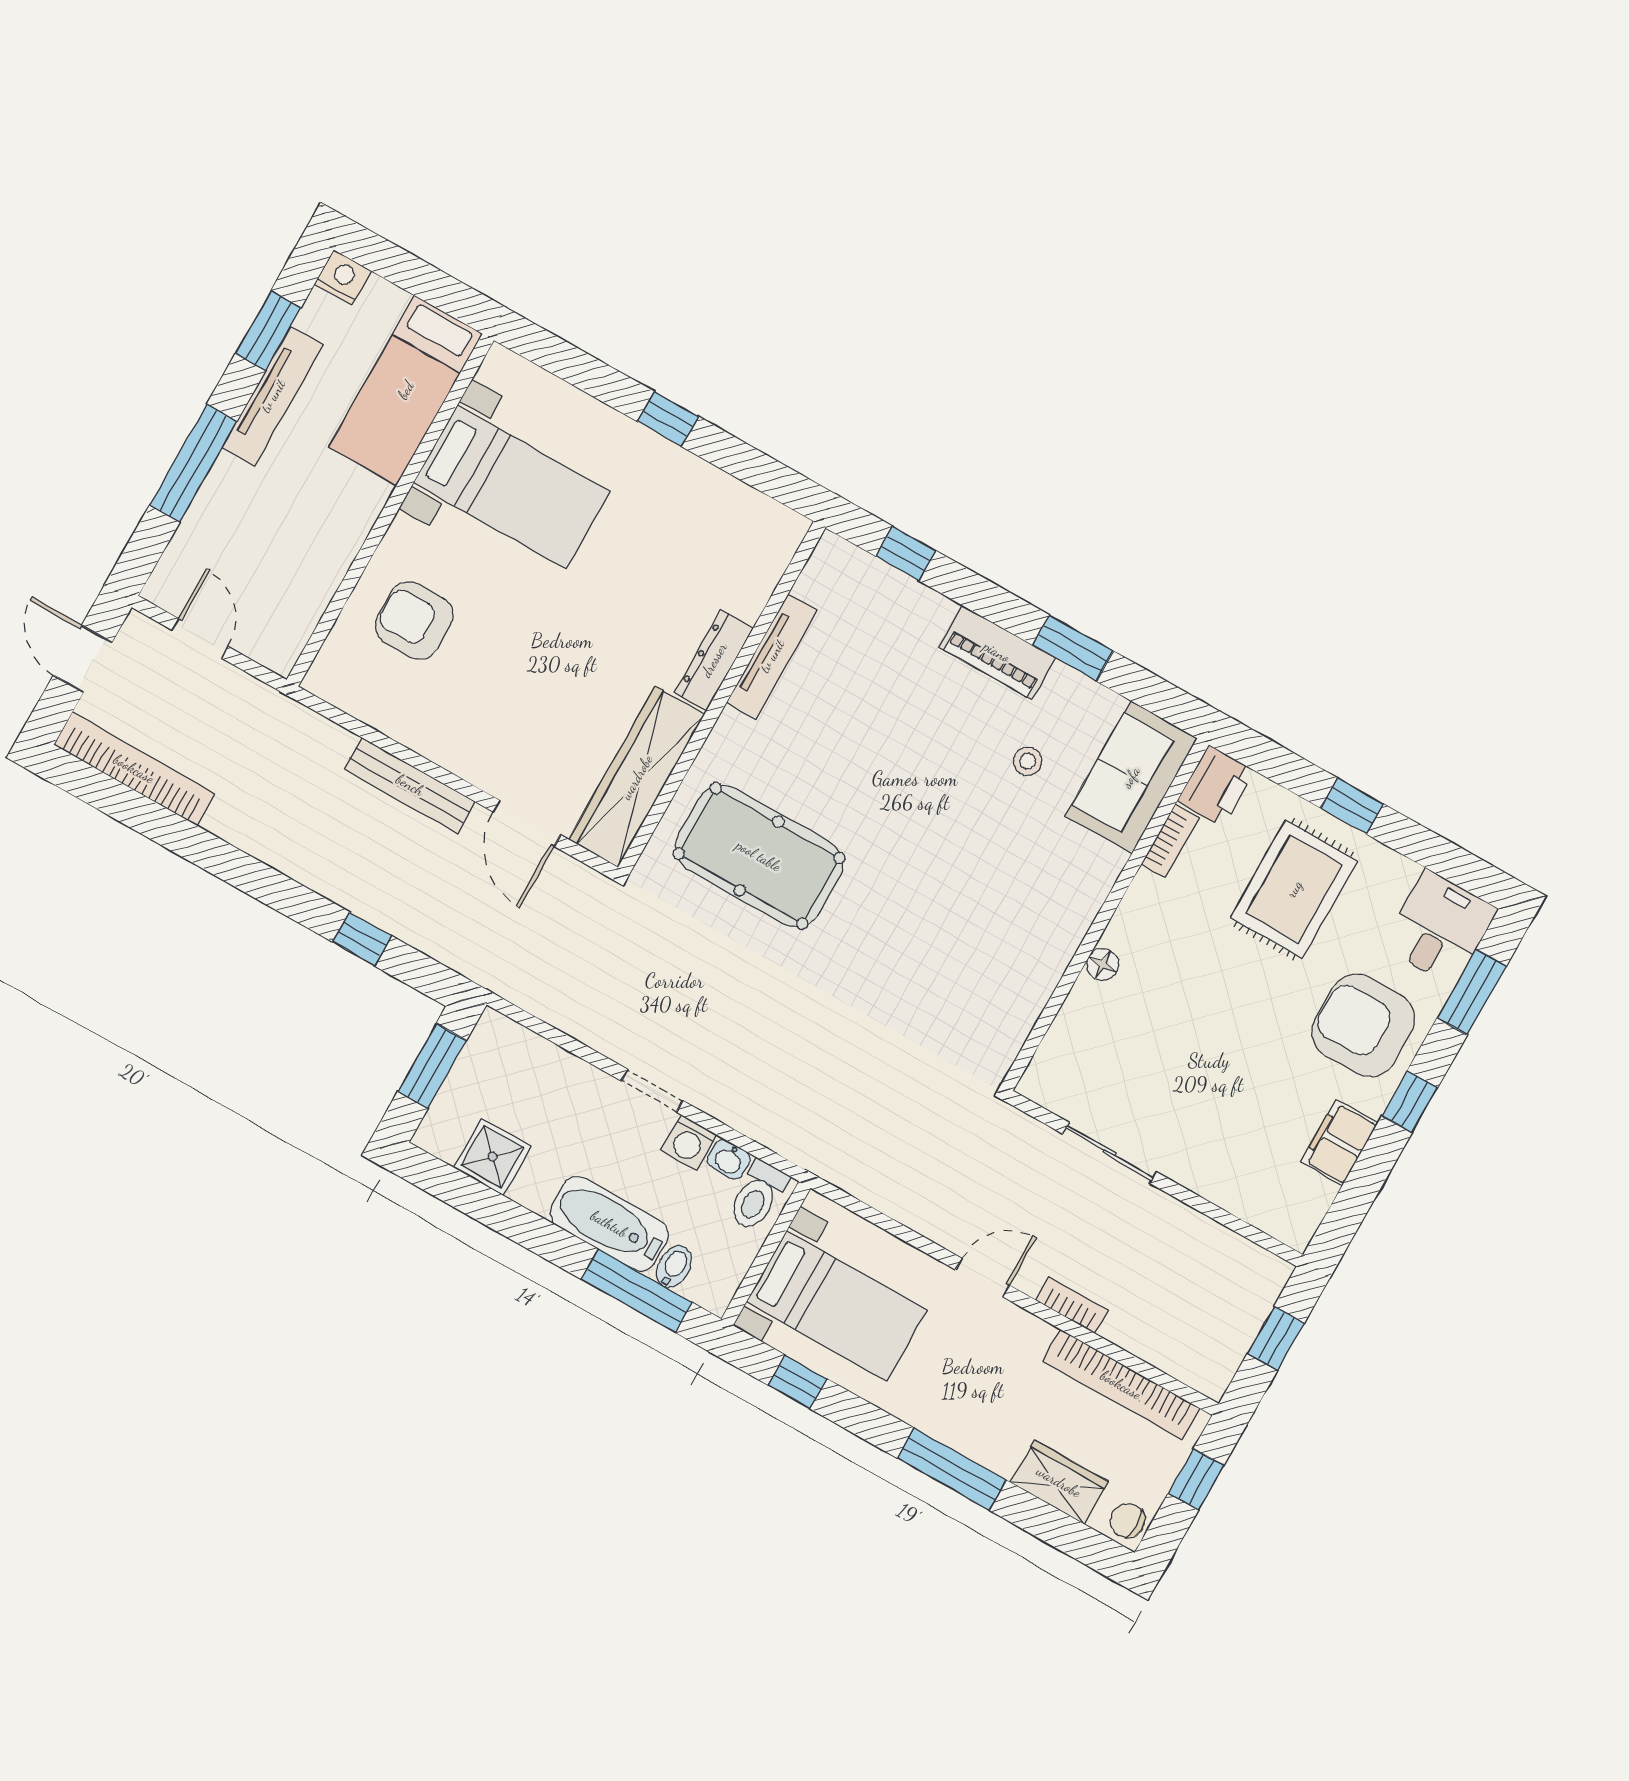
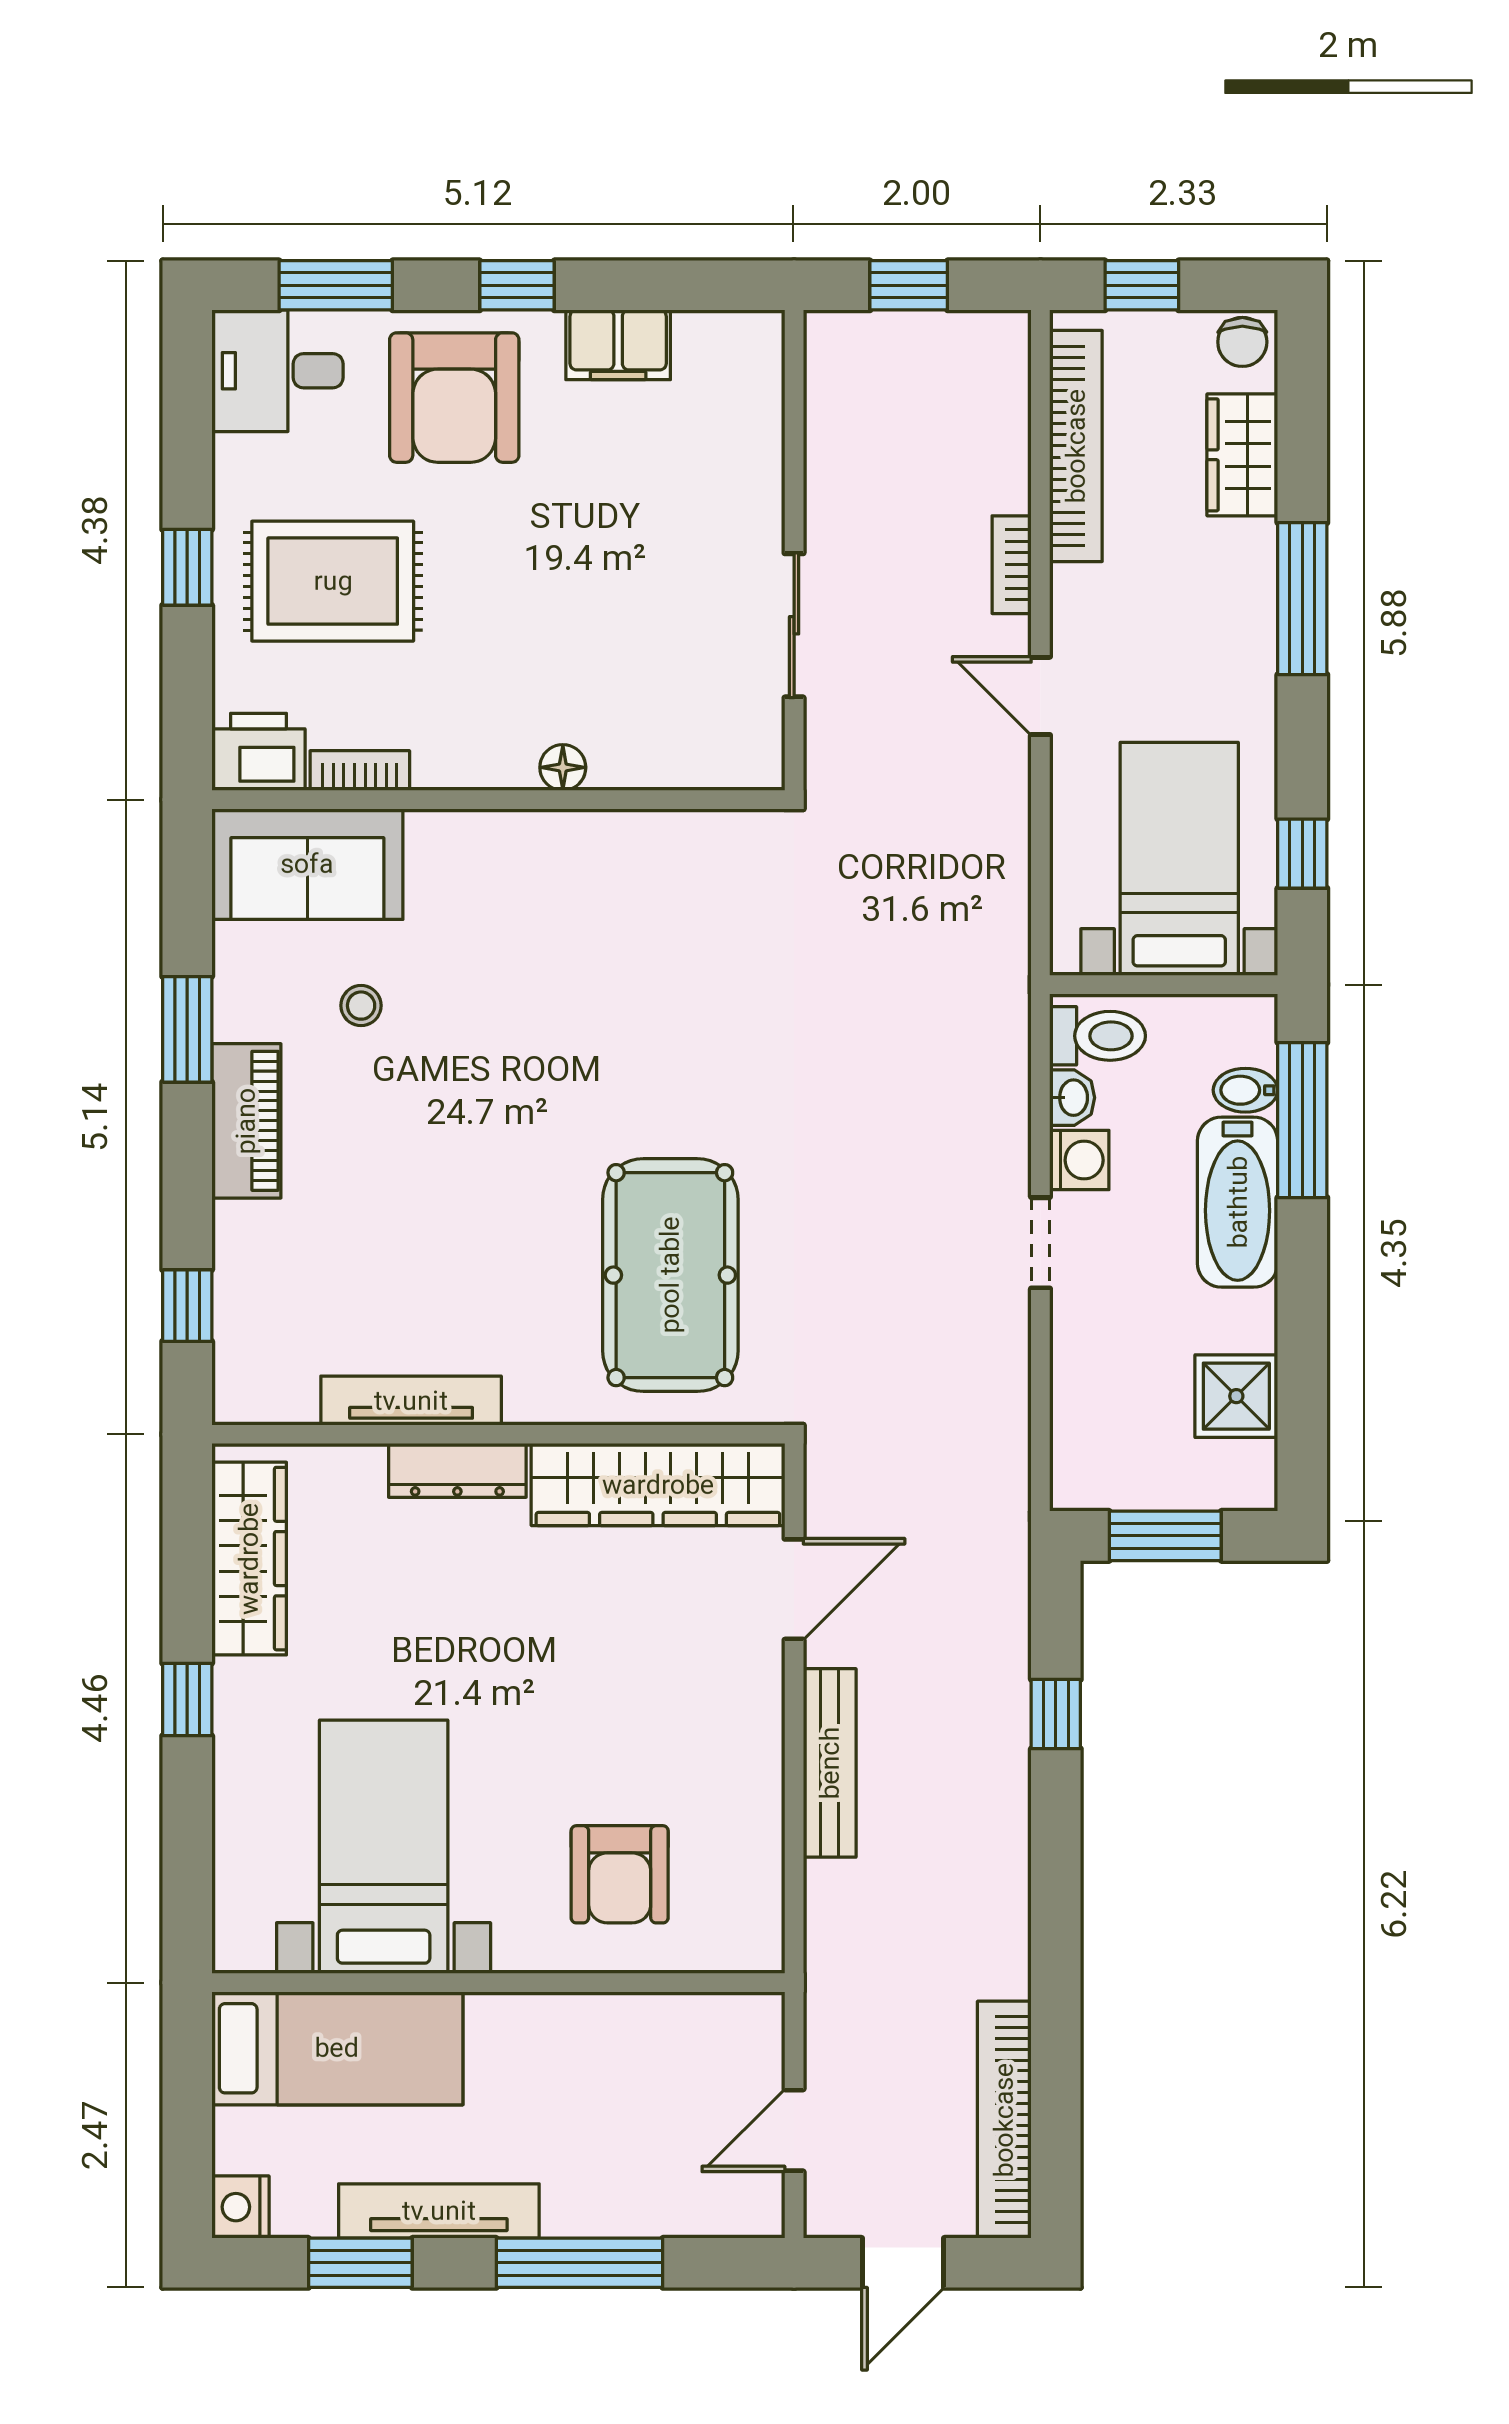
wardrobe: (732, 504) -> (249, 1559), added

